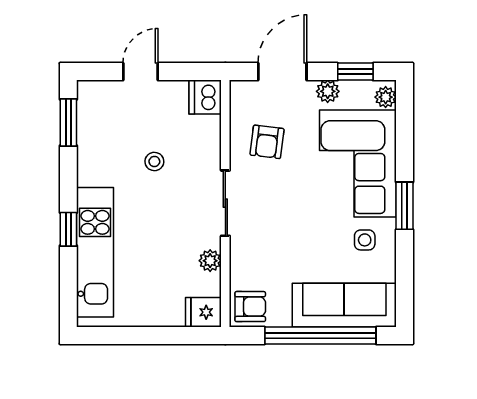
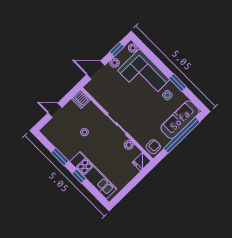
door: (141, 72) -> (55, 110), hinge flipped
door: (282, 72) -> (96, 70), hinge flipped
window: (68, 123) -> (60, 157), moved
armchair: (267, 142) -> (111, 95), removed
window: (405, 206) -> (178, 83), moved

